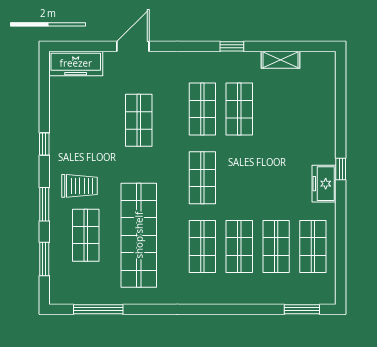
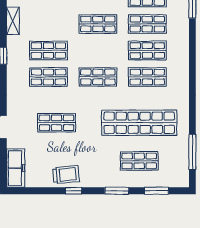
shop shelf: (276, 178) -> (98, 24), added
trolley: (79, 186) -> (66, 175), moved, turned 85

